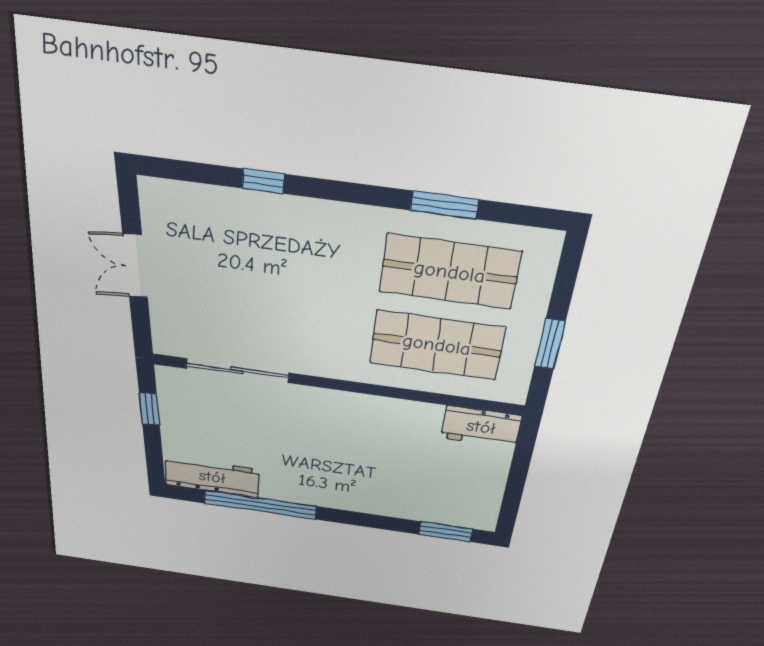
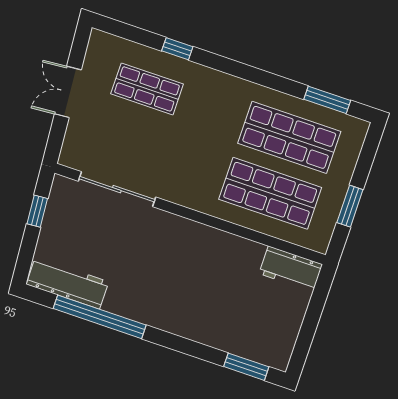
window: (445, 205) -> (327, 100), moved
shop shelf: (238, 243) -> (147, 89), added

